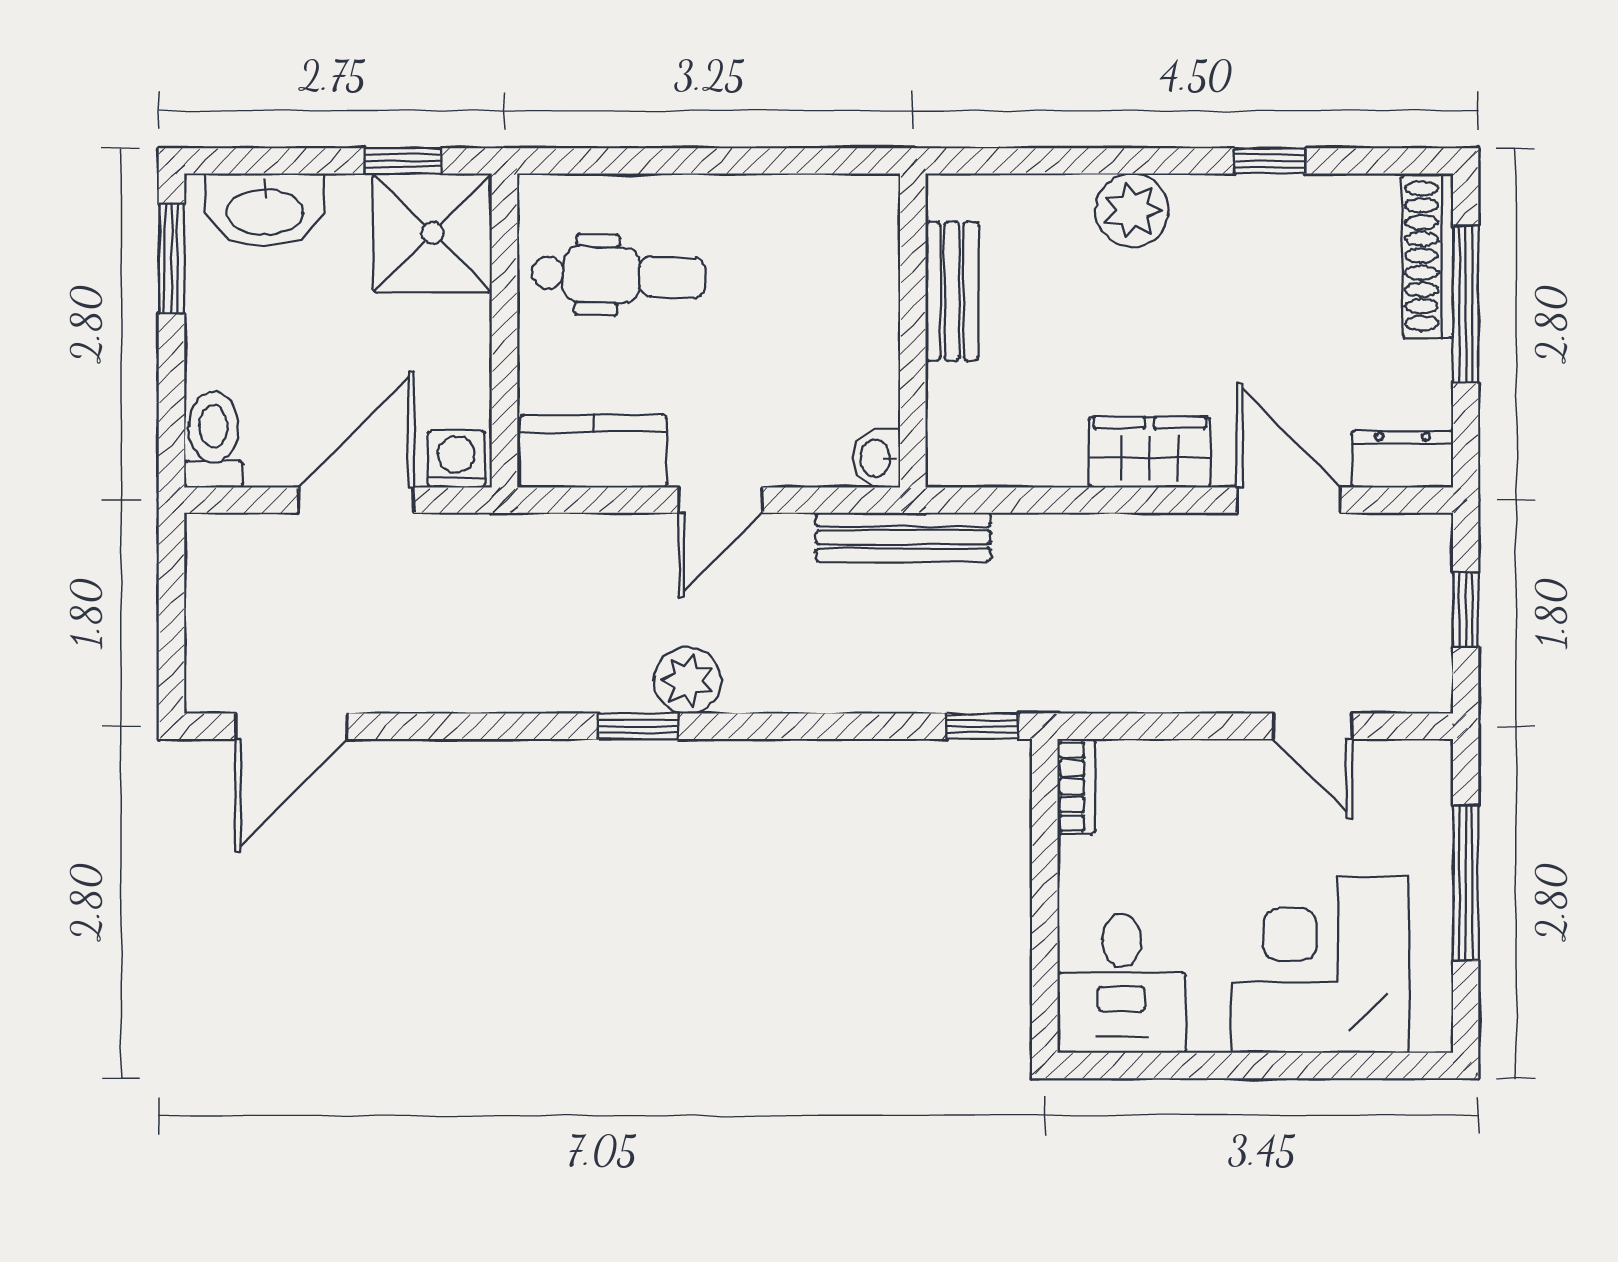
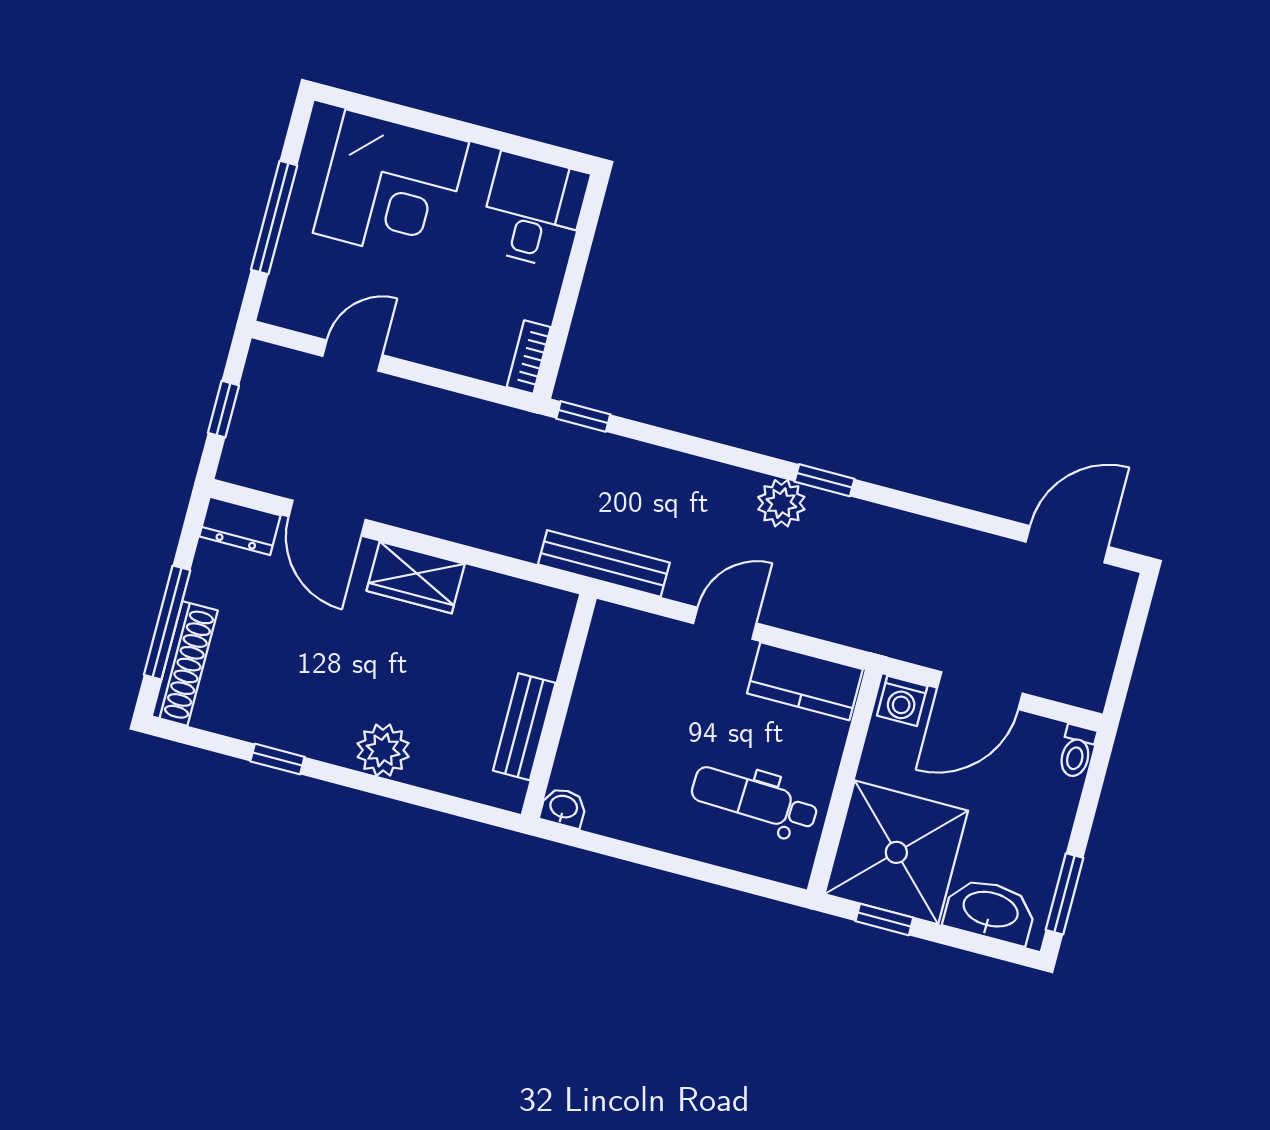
shower: (432, 233) -> (896, 852), width x1.37, depth x1.37
toilet: (213, 440) -> (1077, 751), width x0.73, depth x0.72
washbasin: (877, 458) -> (563, 808), moved, turned -90
door: (1312, 726) -> (352, 355), hinge flipped

